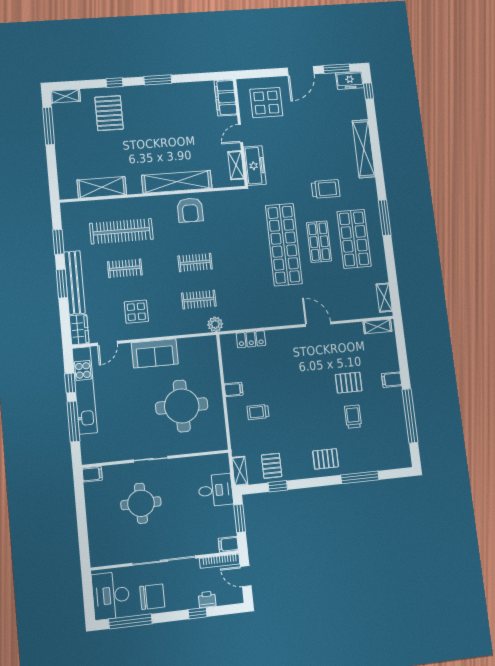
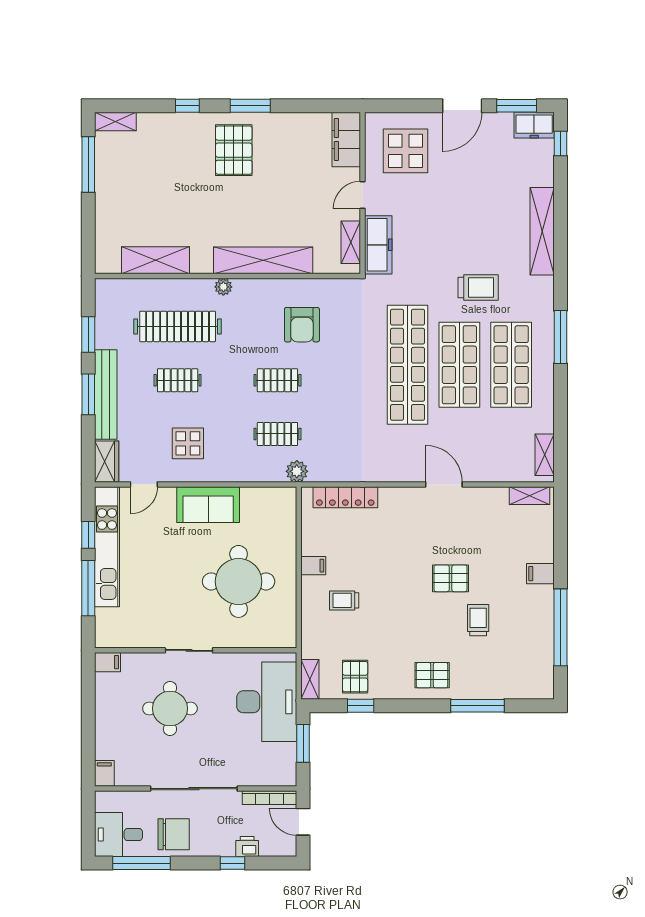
pallet: (109, 113) -> (234, 150), moved
plant: (151, 202) -> (223, 287), added
armchair: (190, 210) -> (302, 325), moved
shop shelf: (319, 242) -> (459, 365), width x1.43, depth x1.36
locker: (251, 339) -> (345, 497), width x1.53
pallet: (349, 383) -> (451, 578), moved
desk: (216, 490) -> (267, 702), width x1.87, depth x1.30
filing cabinet: (228, 544) -> (104, 773), moved, turned 90
desk: (111, 596) -> (118, 835), width x0.73

